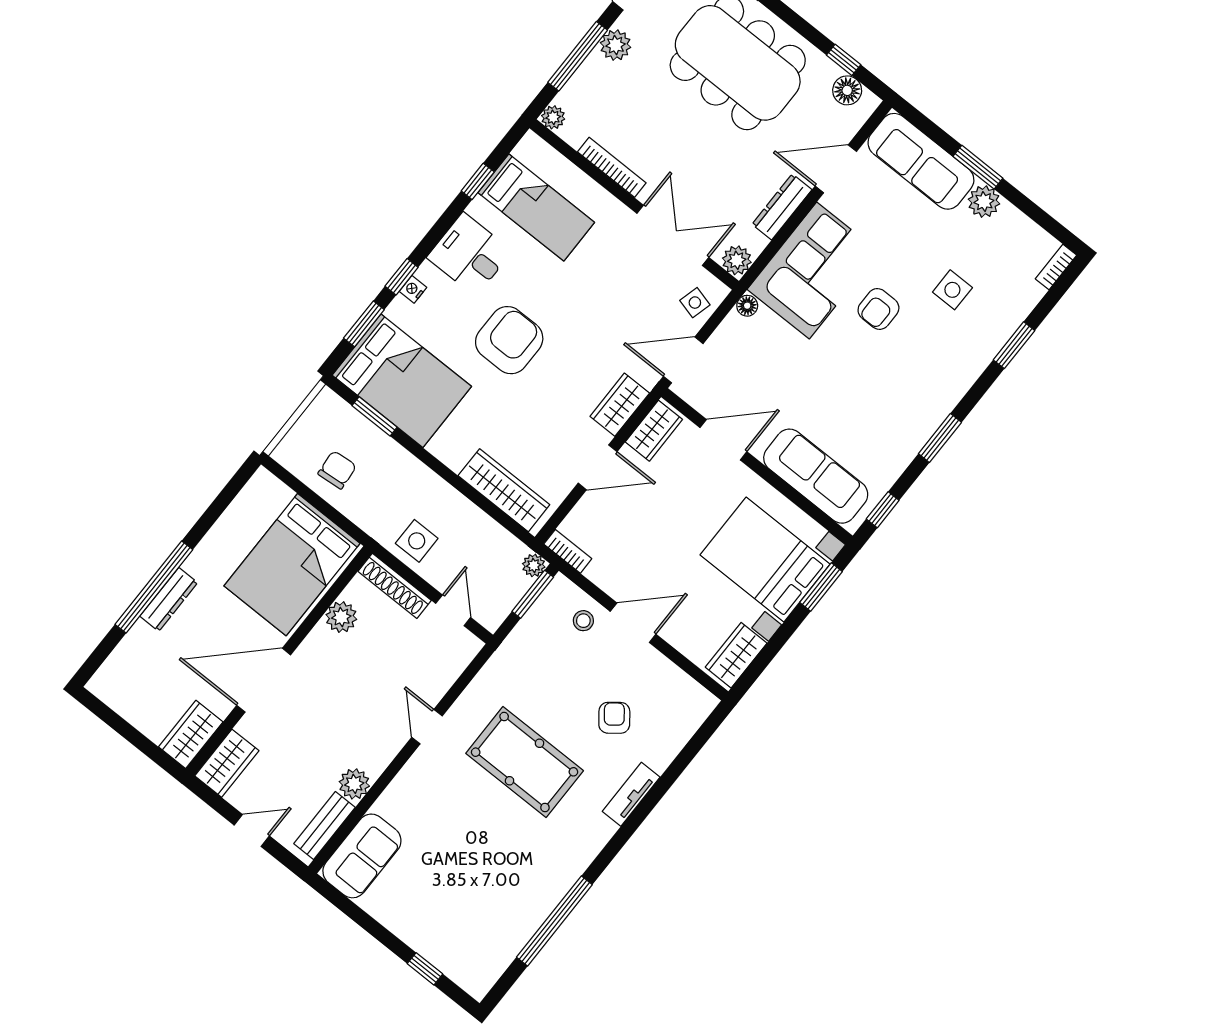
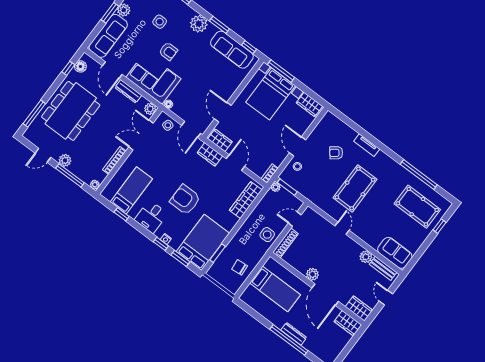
plant: (944, 387) -> (199, 24), added
sofa: (816, 476) -> (232, 50), moved, turned -90
bed: (292, 565) -> (275, 289), width x0.67
window: (821, 587) -> (281, 71), width x1.44
plant: (341, 617) -> (312, 274), moved
door: (427, 727) -> (342, 228), swing flipped
pool table: (475, 915) -> (417, 207), added

